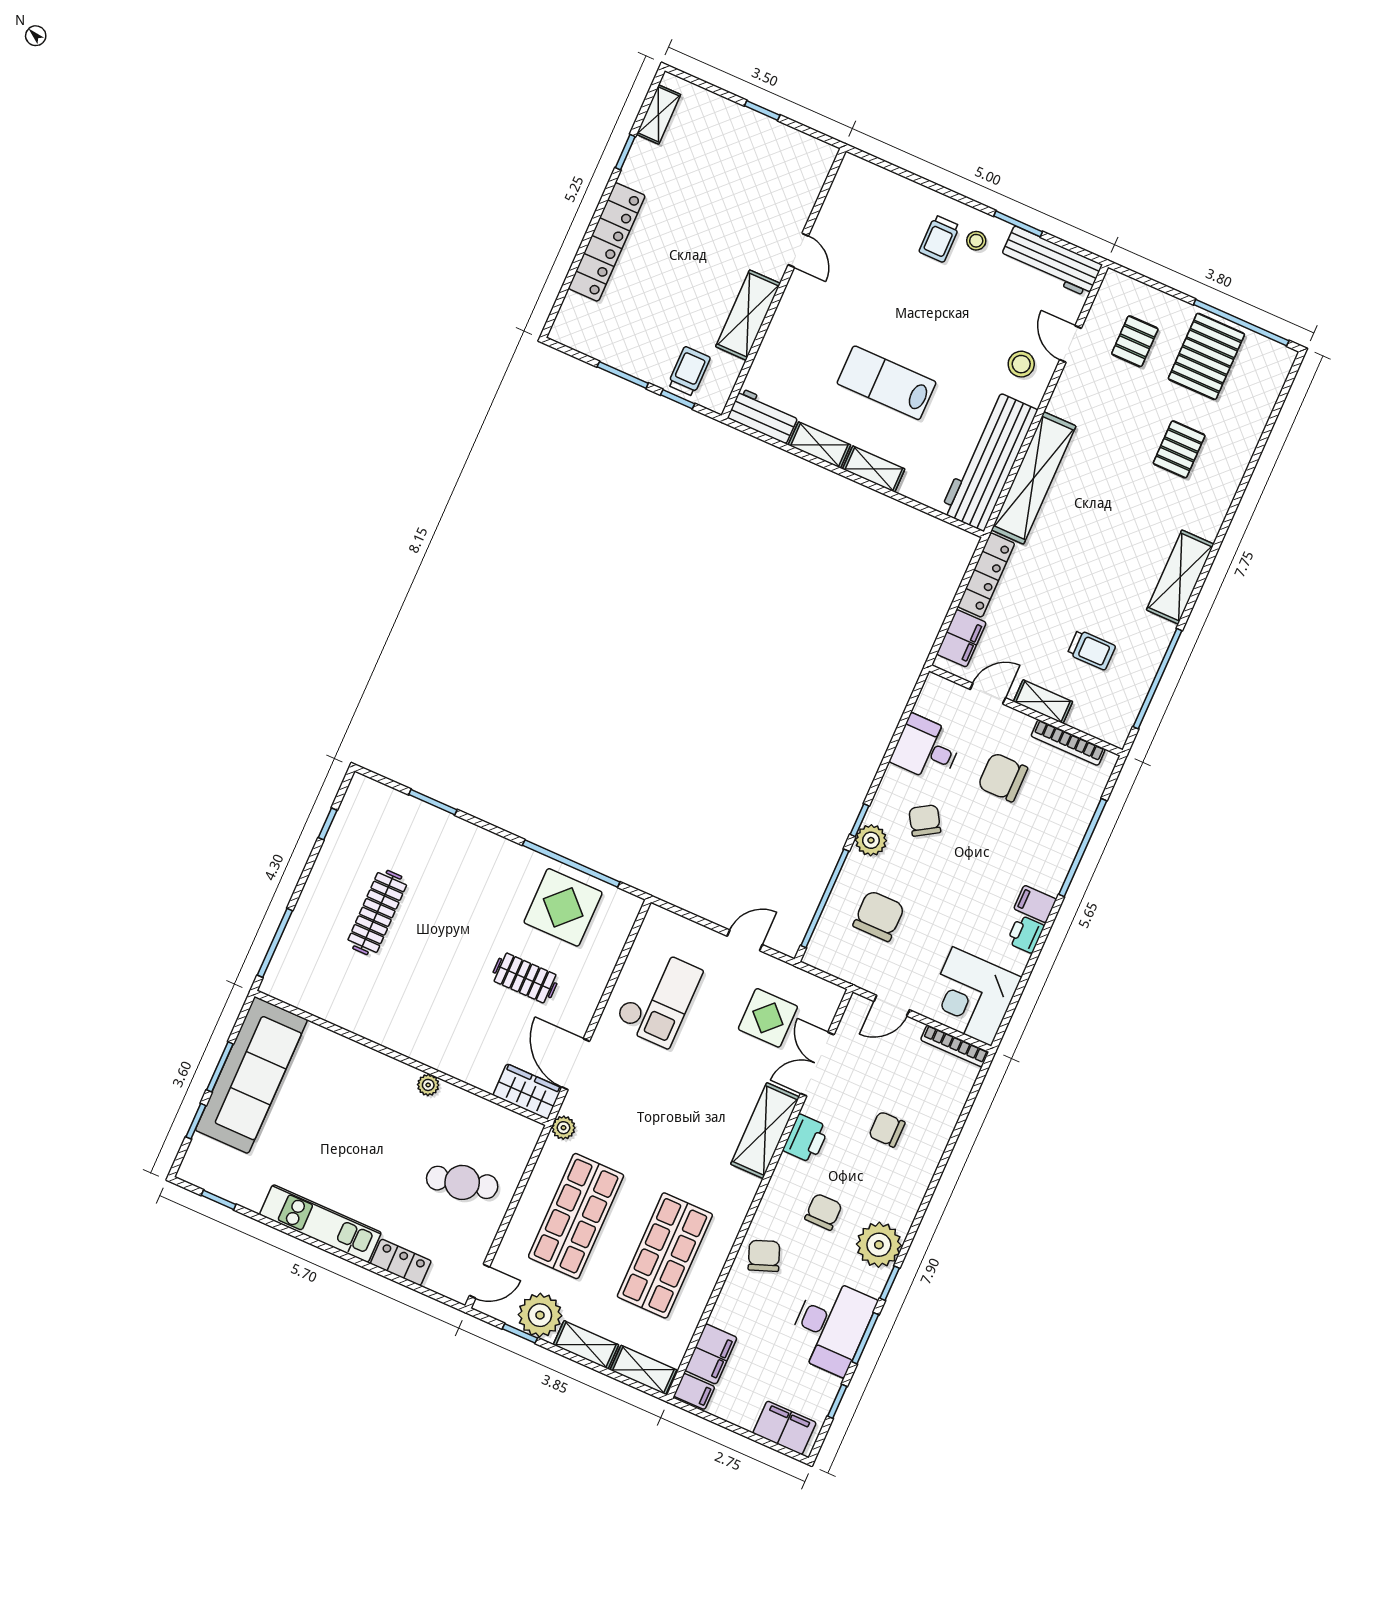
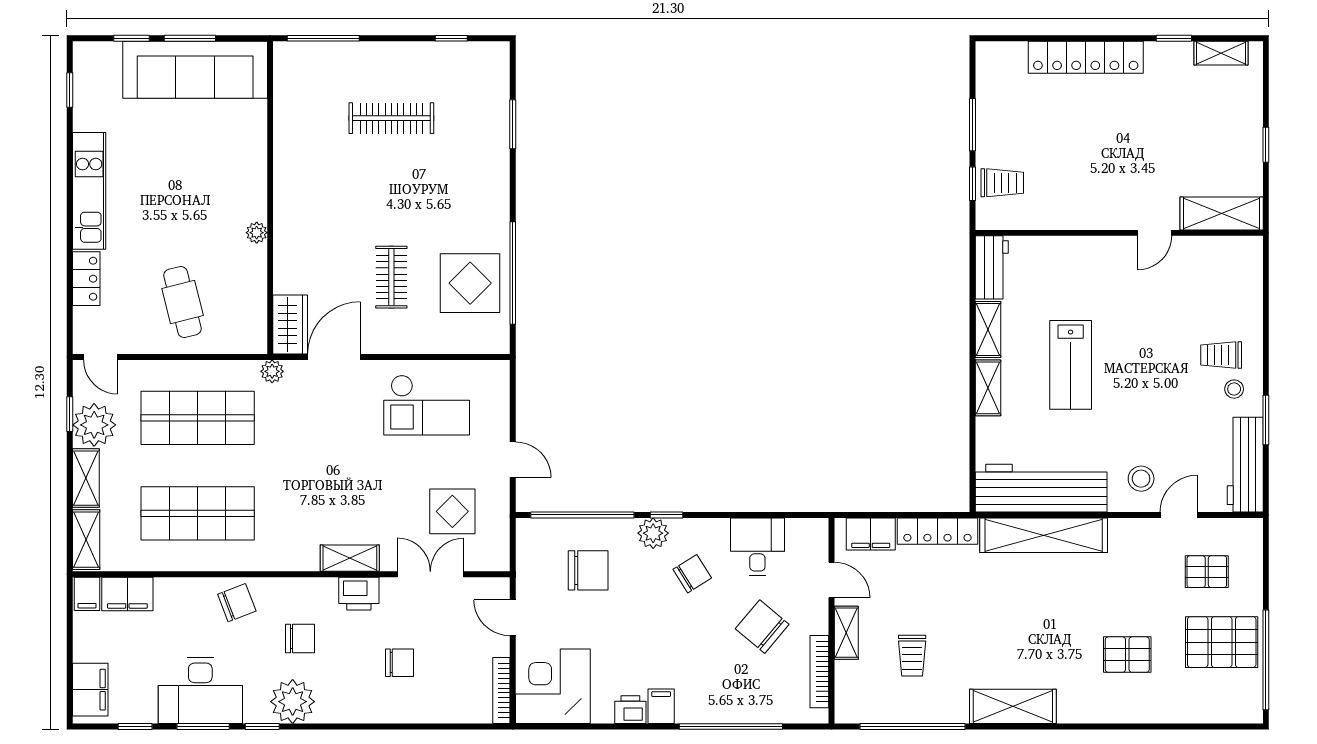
shelving: (748, 315) -> (1222, 213), moved
lab bench: (887, 383) -> (1071, 365), turned 180
chair: (1003, 777) -> (762, 627), turned -50
chair: (887, 1129) -> (400, 663), turned 90
shelving: (765, 1131) -> (350, 558), width x0.67, depth x0.75

